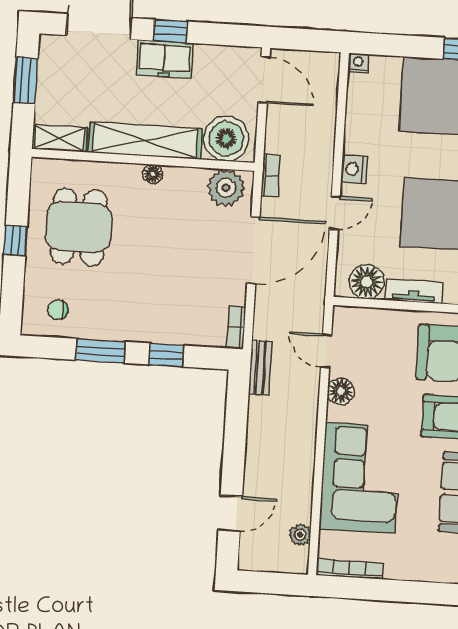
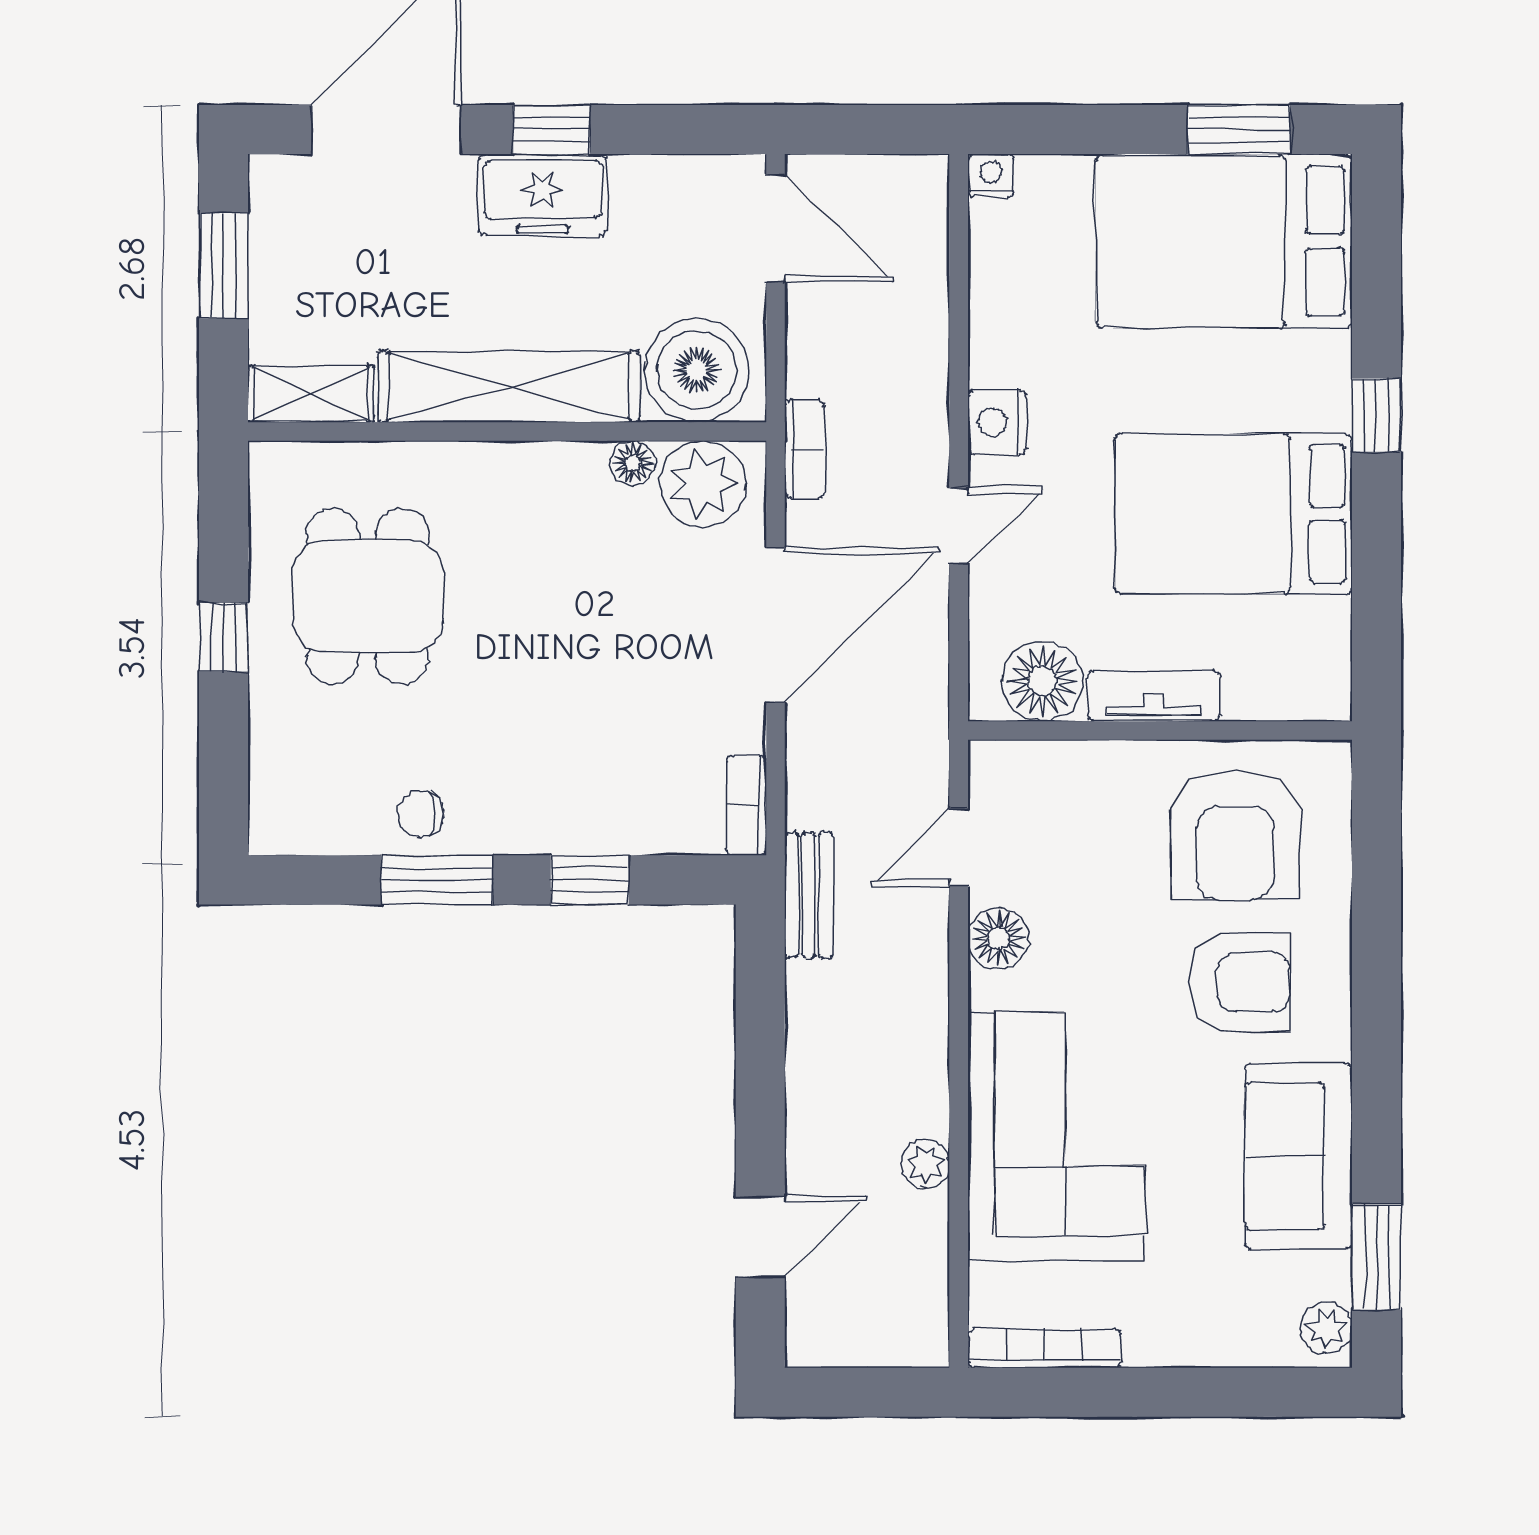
floor lamp: (153, 174) -> (633, 463), moved
chair: (58, 310) -> (421, 814), moved
door: (326, 351) -> (959, 847), hinge flipped
plant: (300, 535) -> (925, 1164), moved

